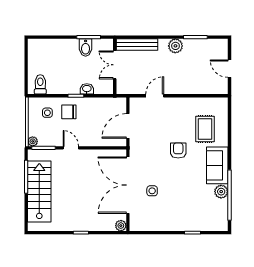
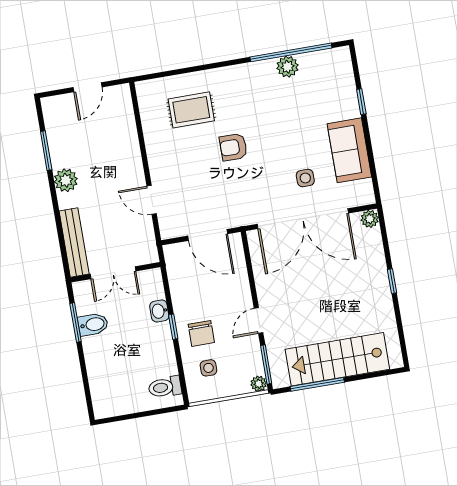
sofa: (217, 165) -> (349, 150), moved, turned 90

